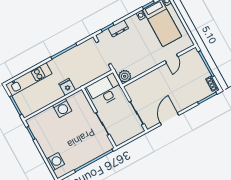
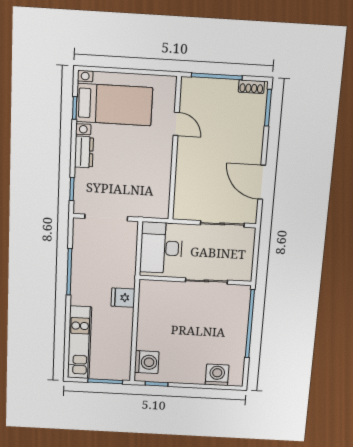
dresser: (118, 28) -> (84, 152), moved
plant: (125, 76) -> (159, 208), removed
washing machine: (62, 108) -> (147, 362), moved

